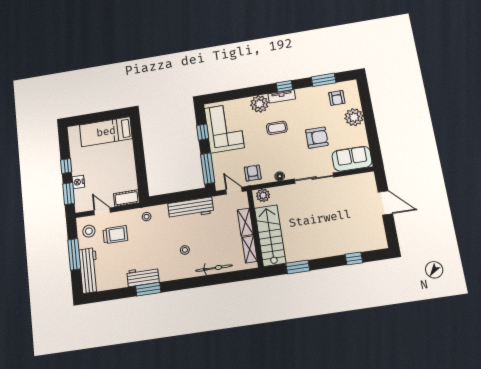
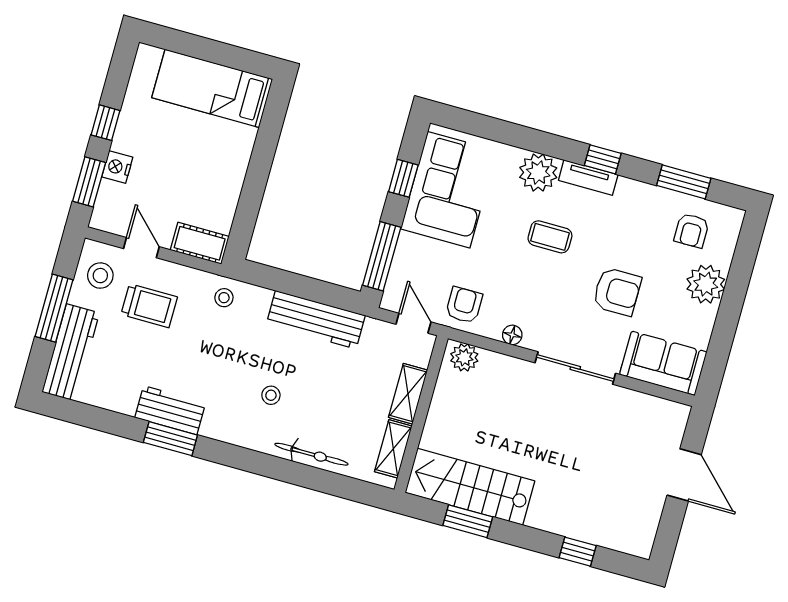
stairs: (270, 235) -> (470, 487), moved, turned -90

